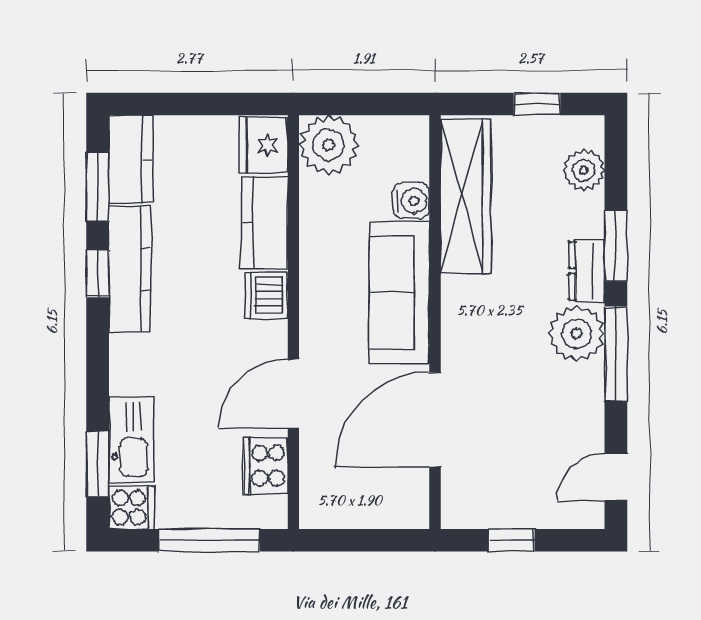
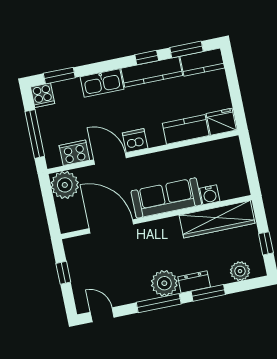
plant: (329, 145) -> (65, 185), moved
dishwasher: (266, 295) -> (135, 141), moved
kitchen sink: (131, 440) -> (102, 83), moved

